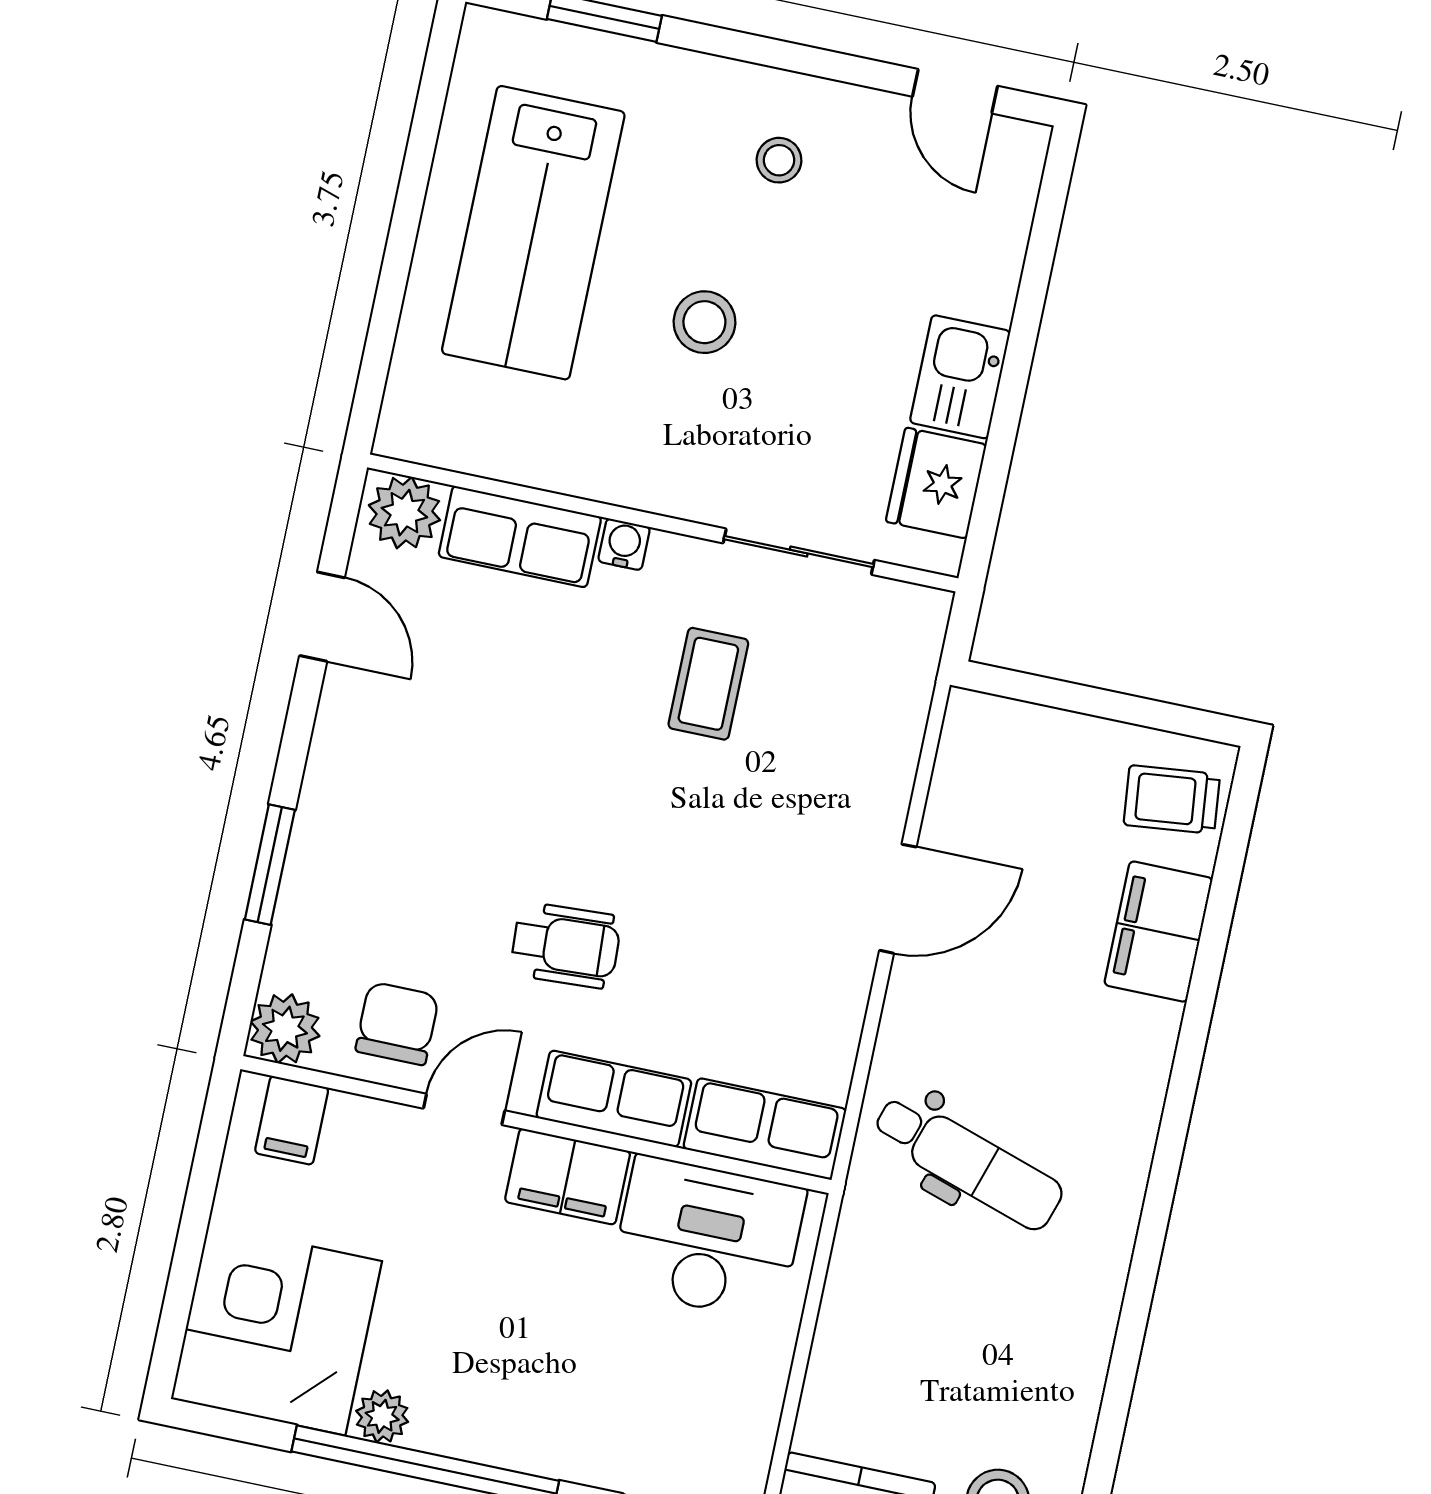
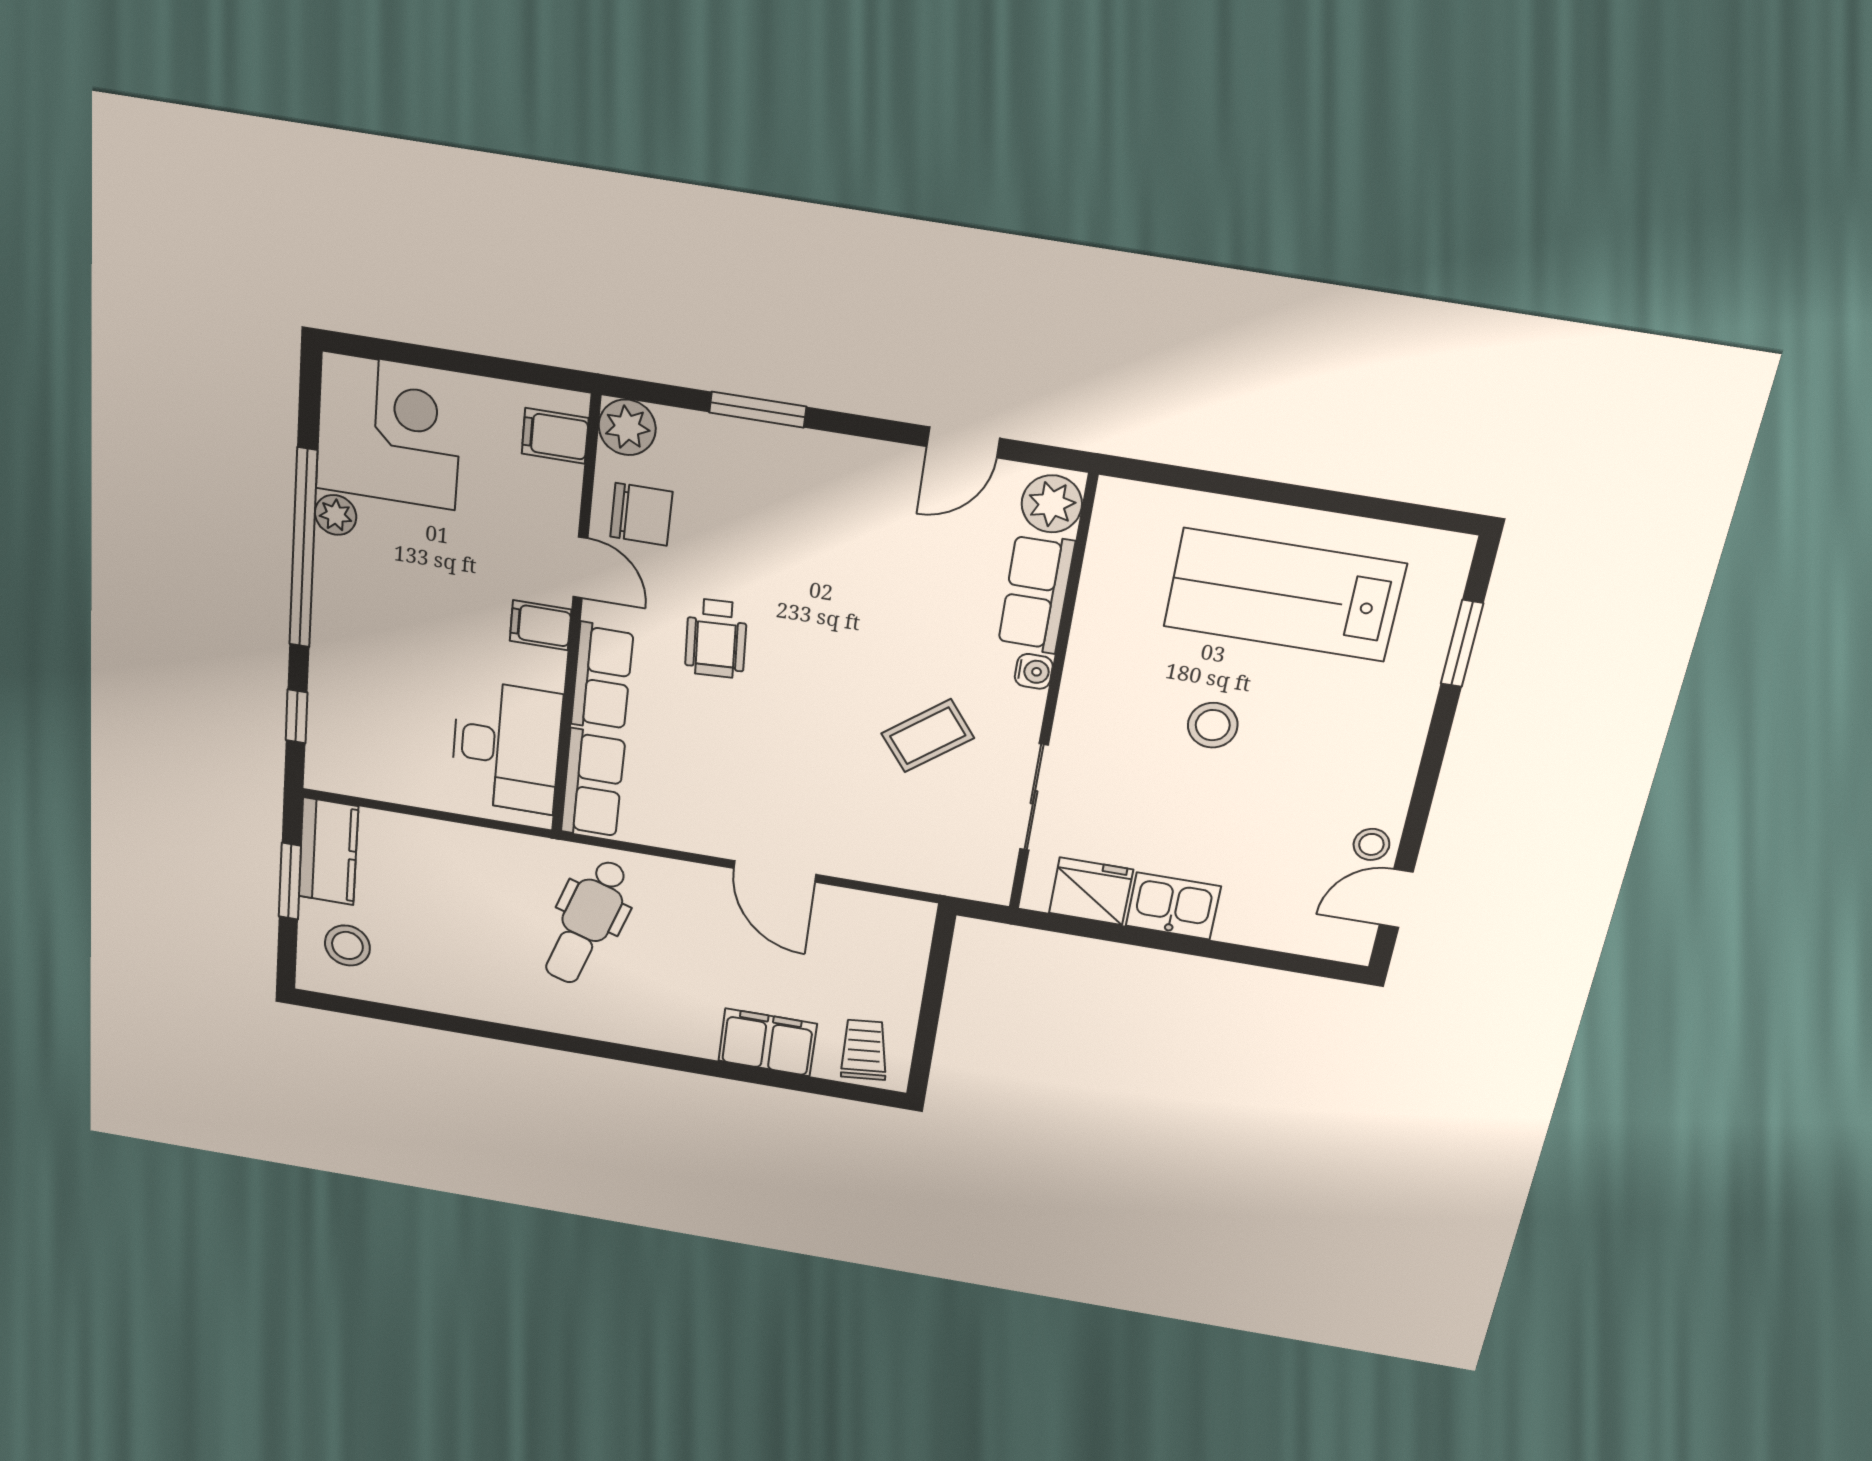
stool: (779, 160) -> (1371, 844), moved
coffee table: (708, 684) -> (928, 736), turned -38
filing cabinet: (568, 1177) -> (540, 625), width x0.50

